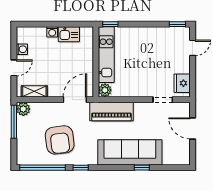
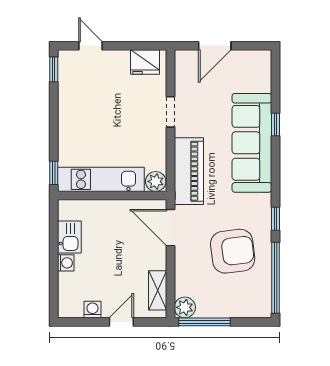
door: (14, 68) -> (121, 322), hinge flipped
doorway: (163, 100) -> (170, 112), moved

